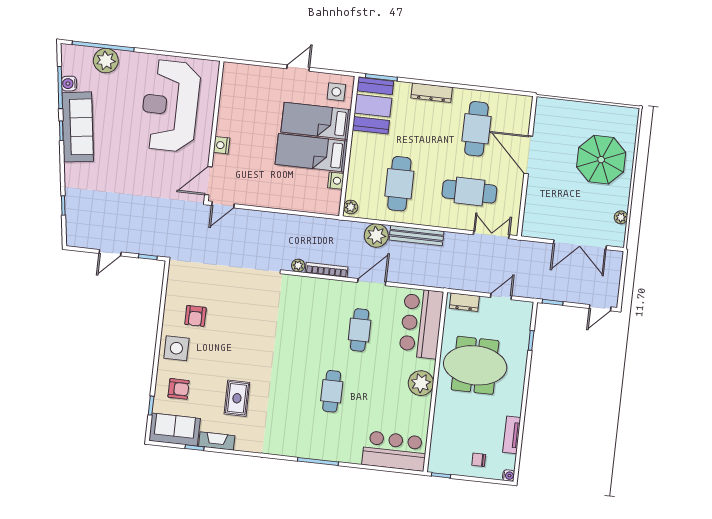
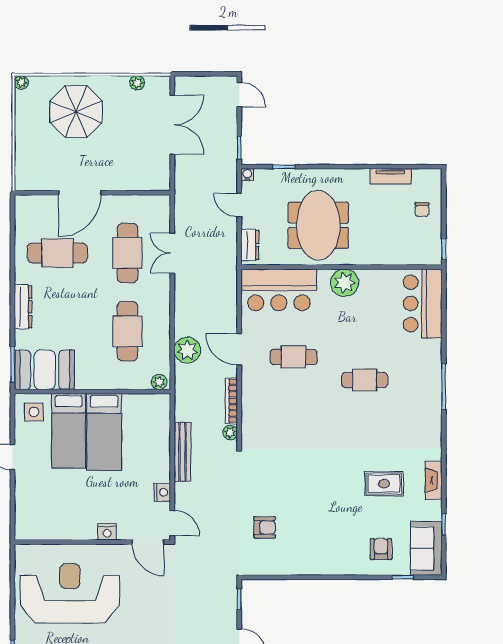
reception desk: (170, 106) -> (70, 593), turned 180
plant: (633, 114) -> (21, 82), added
nightstand: (336, 181) -> (162, 492), moved, turned 90
cafe table: (399, 184) -> (127, 331), turned 90
double door: (491, 235) -> (172, 253), moved
bench: (417, 236) -> (182, 452), moved
armchair: (195, 316) -> (265, 527), moved
side table: (176, 348) -> (336, 557), removed
fireplace: (217, 441) -> (434, 480), moved
water cooler: (509, 476) -> (247, 175), moved

